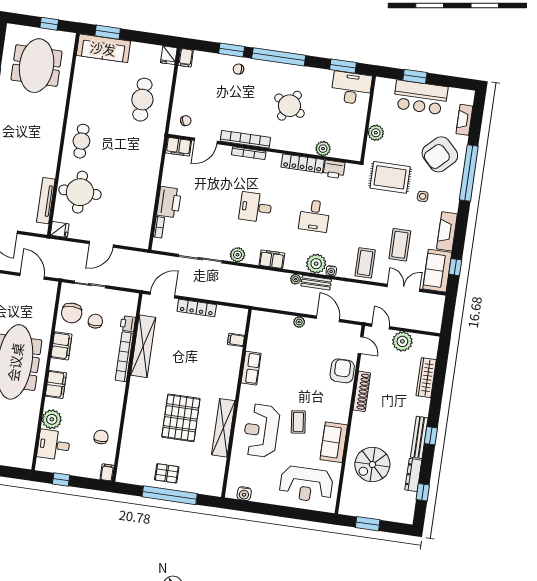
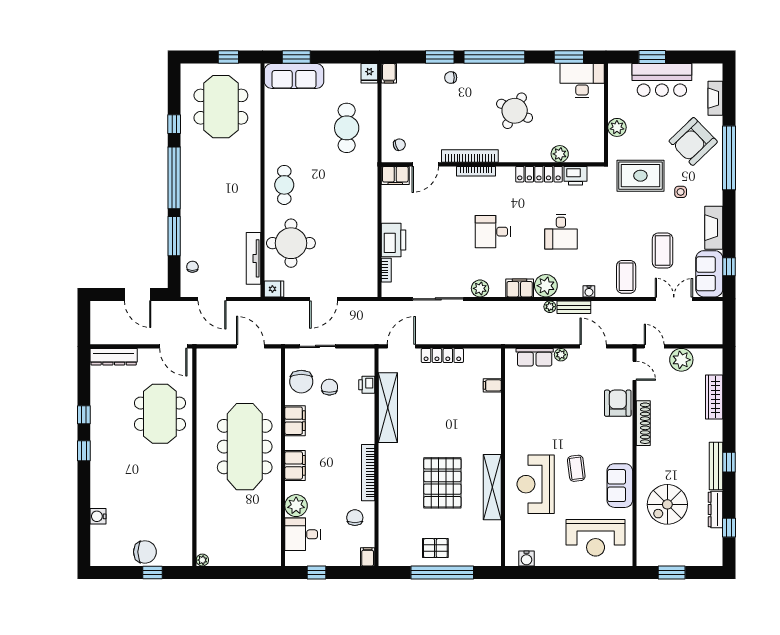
plant: (316, 264) -> (546, 286), moved
bookcase: (124, 357) -> (368, 473), moved
row of seats: (251, 368) -> (535, 357), moved, turned 90

